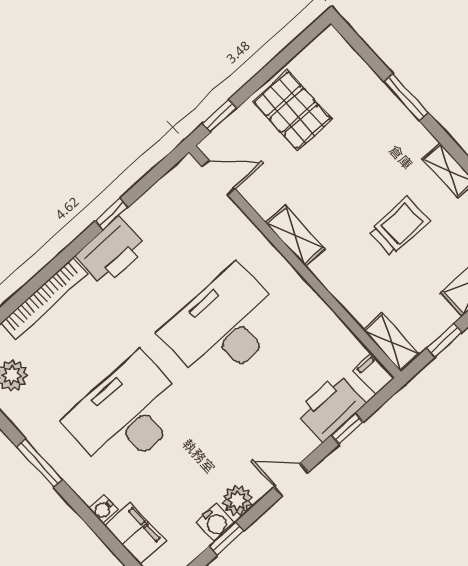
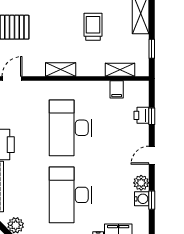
shelving: (391, 342) -> (120, 70), moved
filing cabinet: (374, 374) -> (117, 89), moved, turned -90
printer: (331, 407) -> (142, 115), width x0.53, depth x0.68

